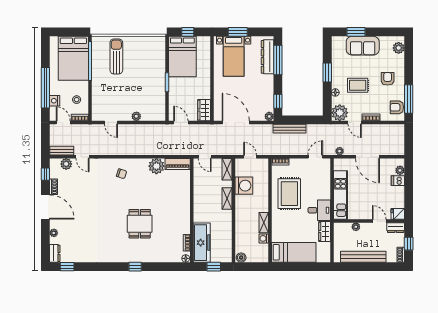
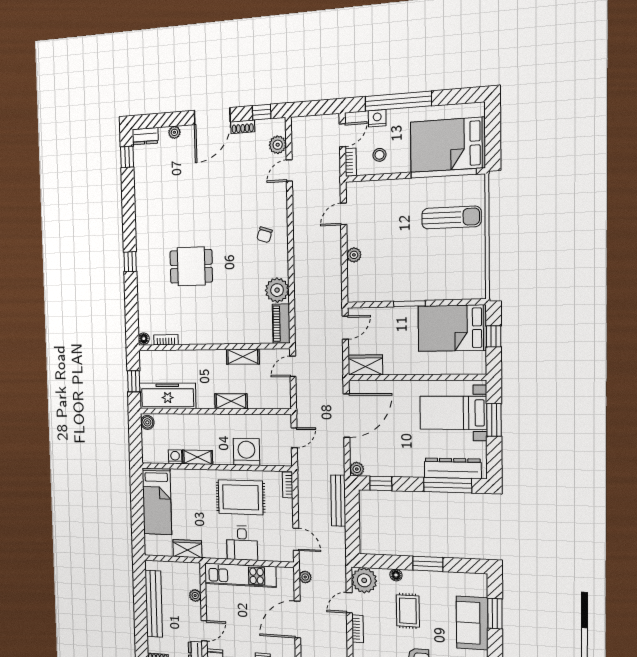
bench: (62, 151) -> (298, 136), removed
shelving: (227, 169) -> (243, 357), moved
washing machine: (244, 186) -> (246, 452), moved, turned 180
desk: (319, 210) -> (242, 543), moved
freezer: (202, 243) -> (168, 396), moved, turned 180

